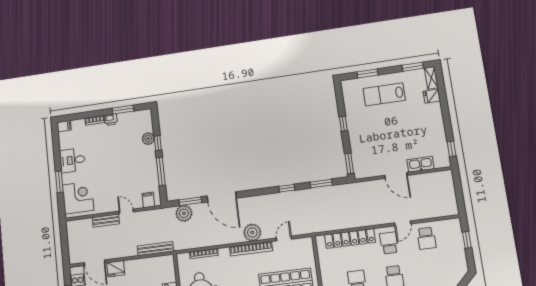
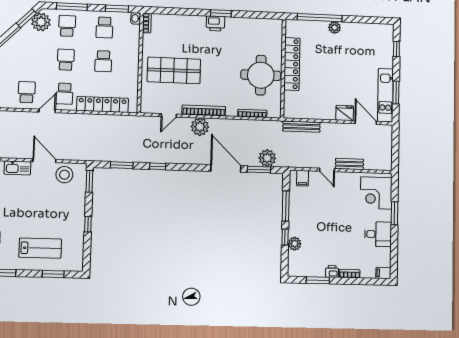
stool: (374, 166) -> (64, 175), added

